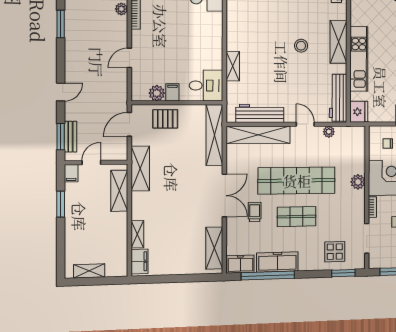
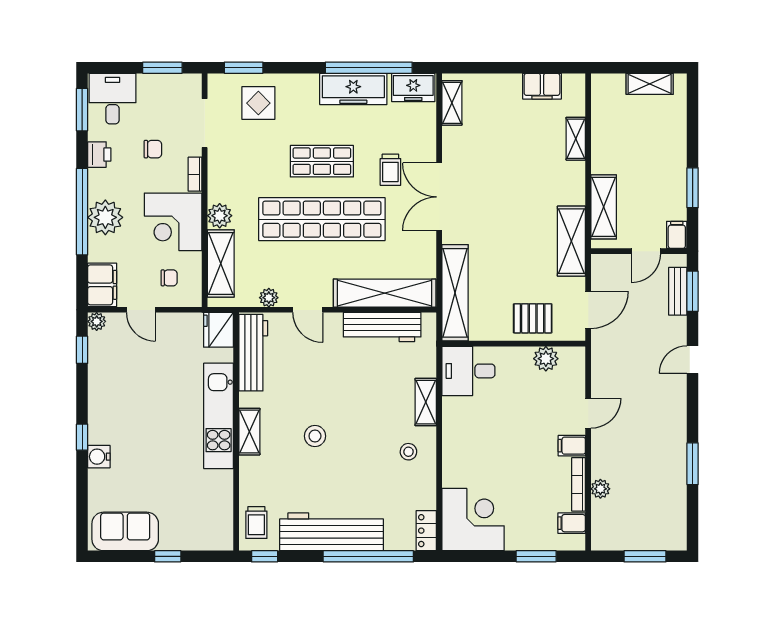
stool: (244, 35) -> (408, 452), added
shelving: (338, 42) -> (249, 432), width x0.67, depth x0.75
filing cabinet: (172, 92) -> (572, 446), moved, turned 90
shelving: (357, 153) -> (221, 263), added
shelving: (214, 248) -> (452, 103), width x0.67, depth x0.75
filing cabinet: (140, 261) -> (542, 86), moved, turned -90

